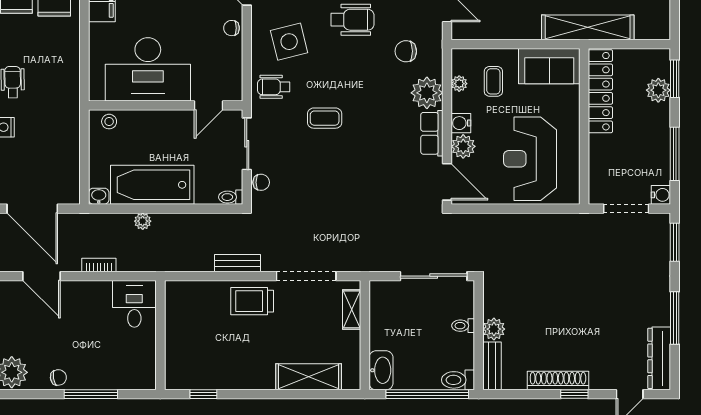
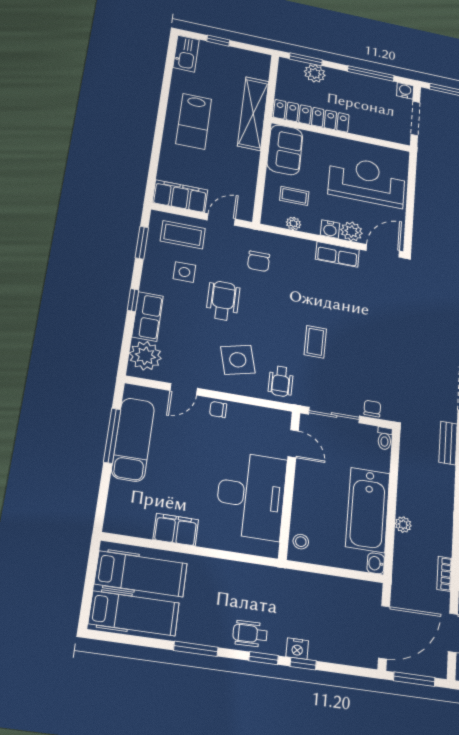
chair: (232, 28) -> (218, 410), turned 90
plant: (427, 93) -> (299, 251), removed
reception desk: (530, 159) -> (367, 181), turned 180

